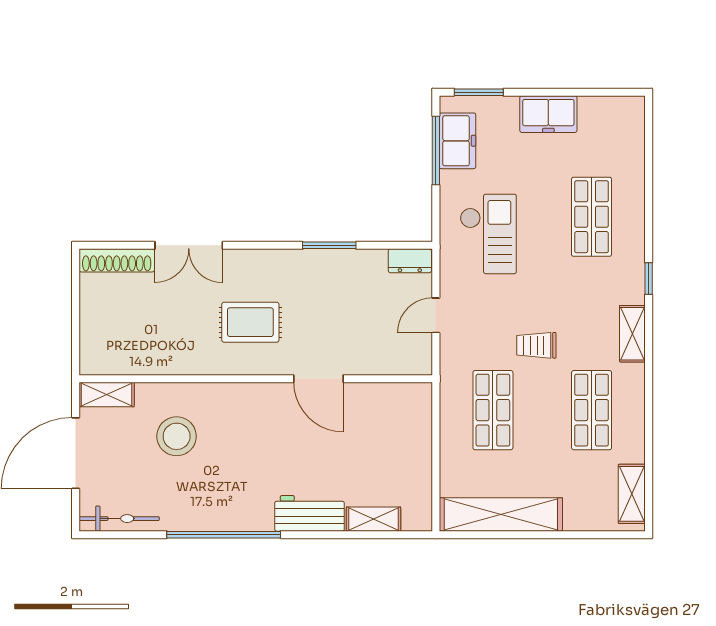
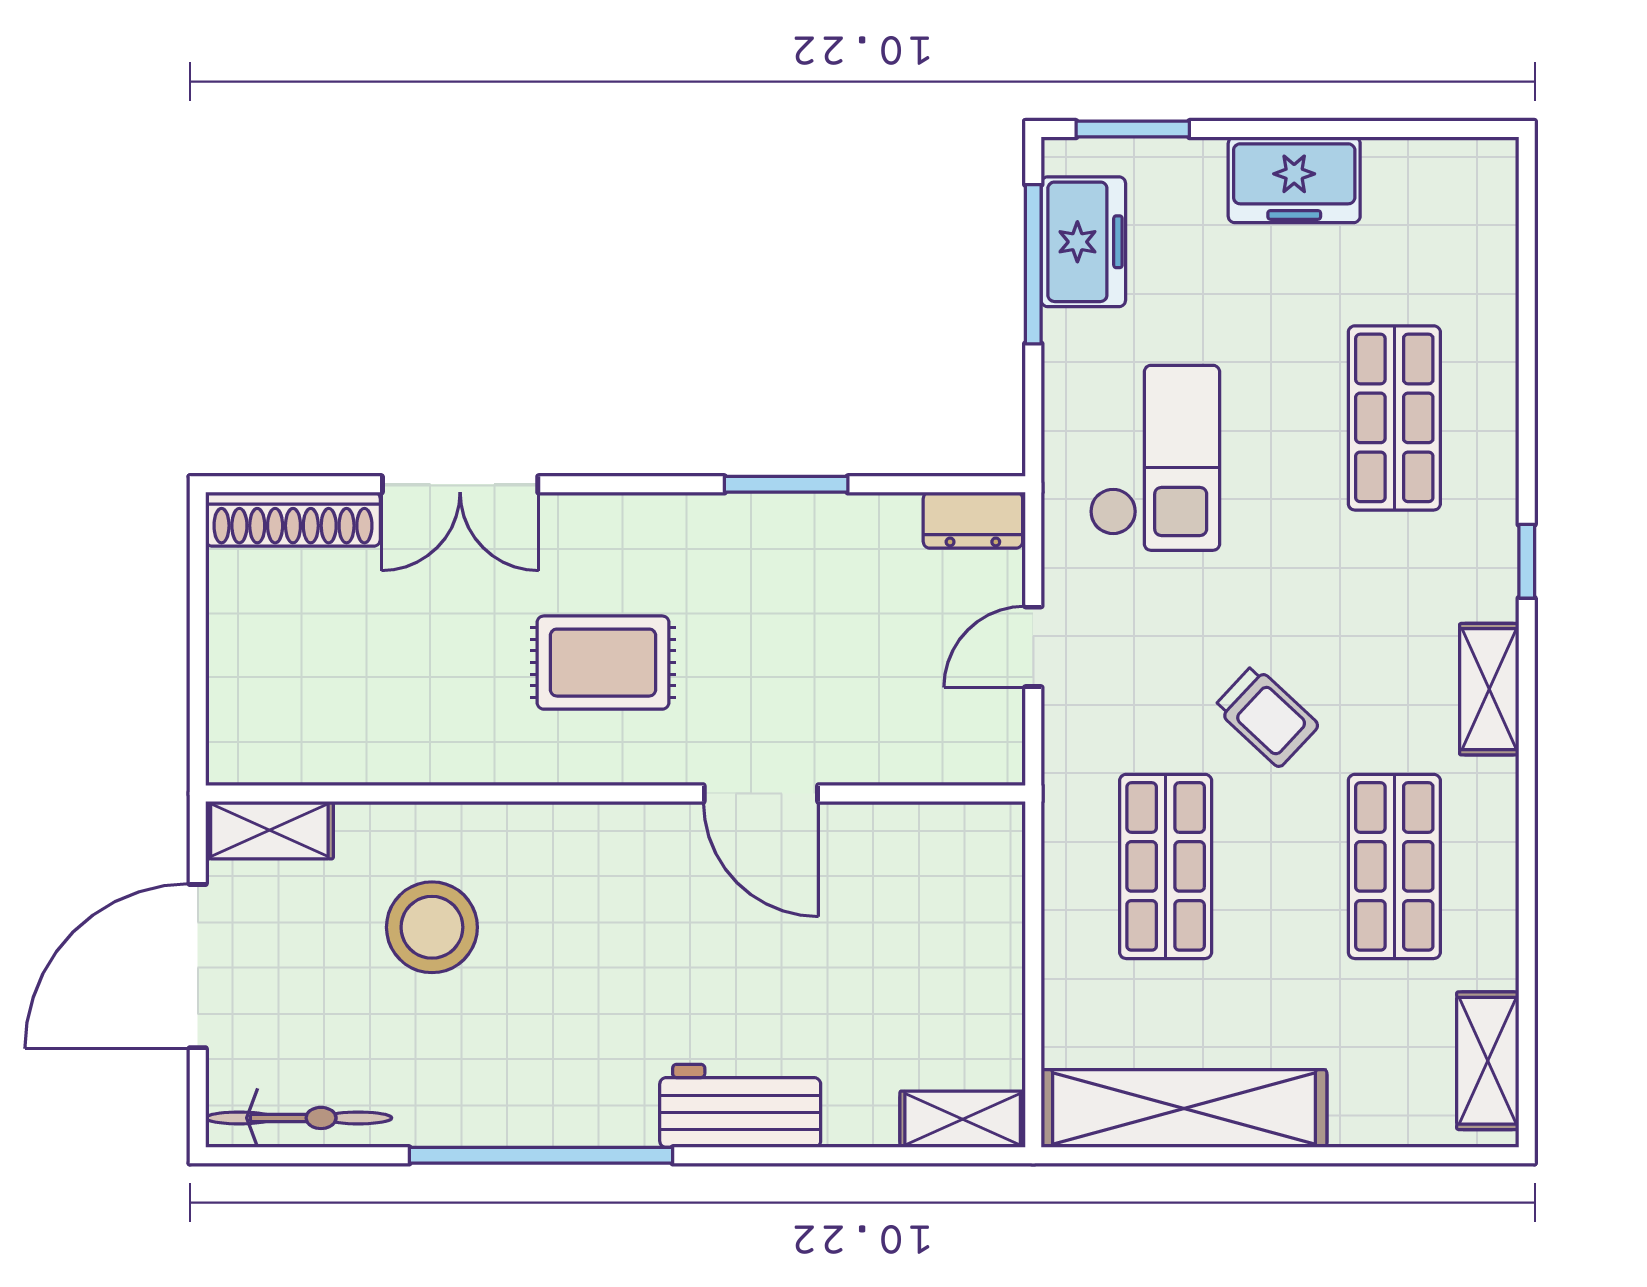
trolley: (536, 345) -> (1266, 716), turned -137
shelving: (373, 519) -> (963, 1119), moved

